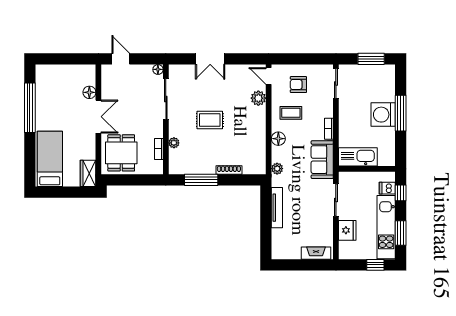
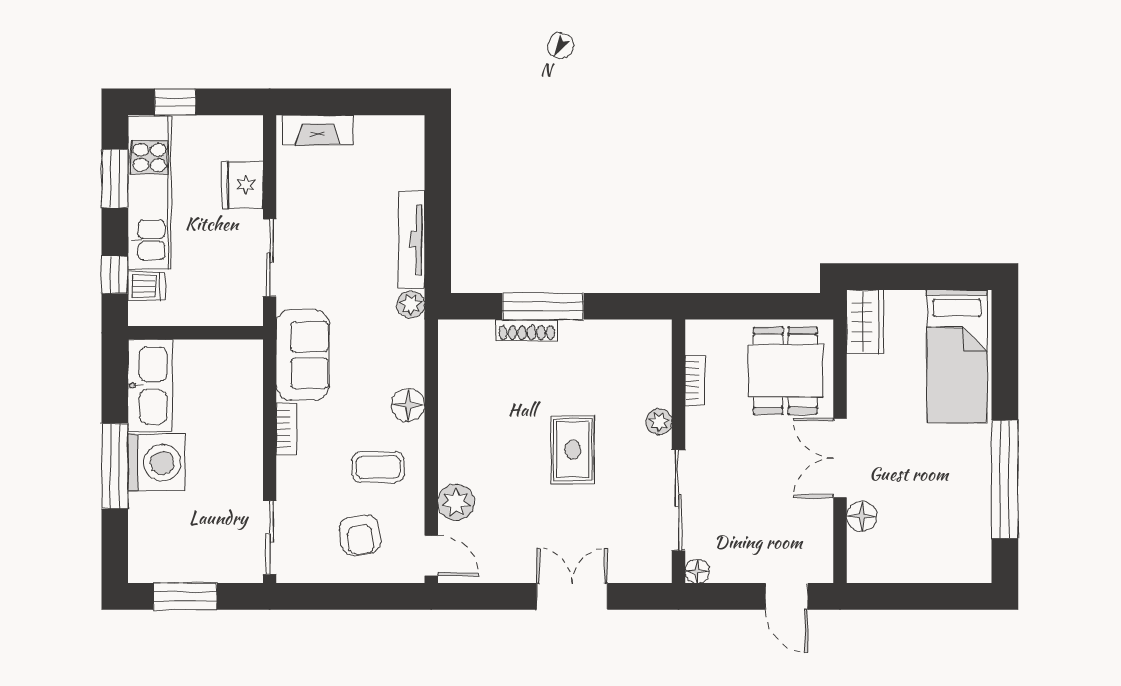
armchair: (298, 85) -> (360, 535), turned 82
rug: (210, 120) -> (573, 450), turned 90
plant: (174, 143) -> (659, 422), moved
kitchen sink: (358, 157) -> (150, 385), moved, turned -90
plant: (277, 169) -> (411, 305), moved
window: (201, 180) -> (543, 306), moved

